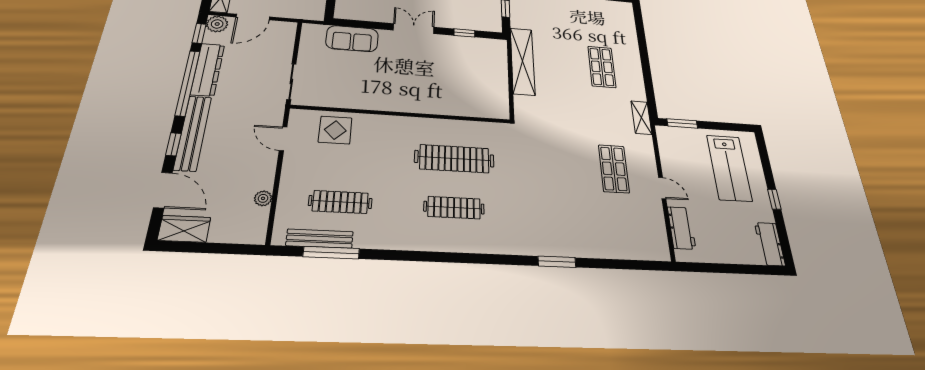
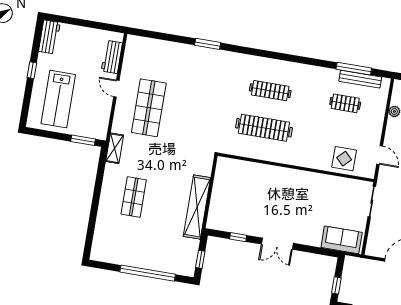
sofa: (352, 39) -> (342, 240), moved
lab bench: (729, 168) -> (58, 99), turned 180
shop shelf: (614, 169) -> (149, 108), width x1.43, depth x1.36
clothes rail: (340, 202) -> (345, 103), width x0.73

